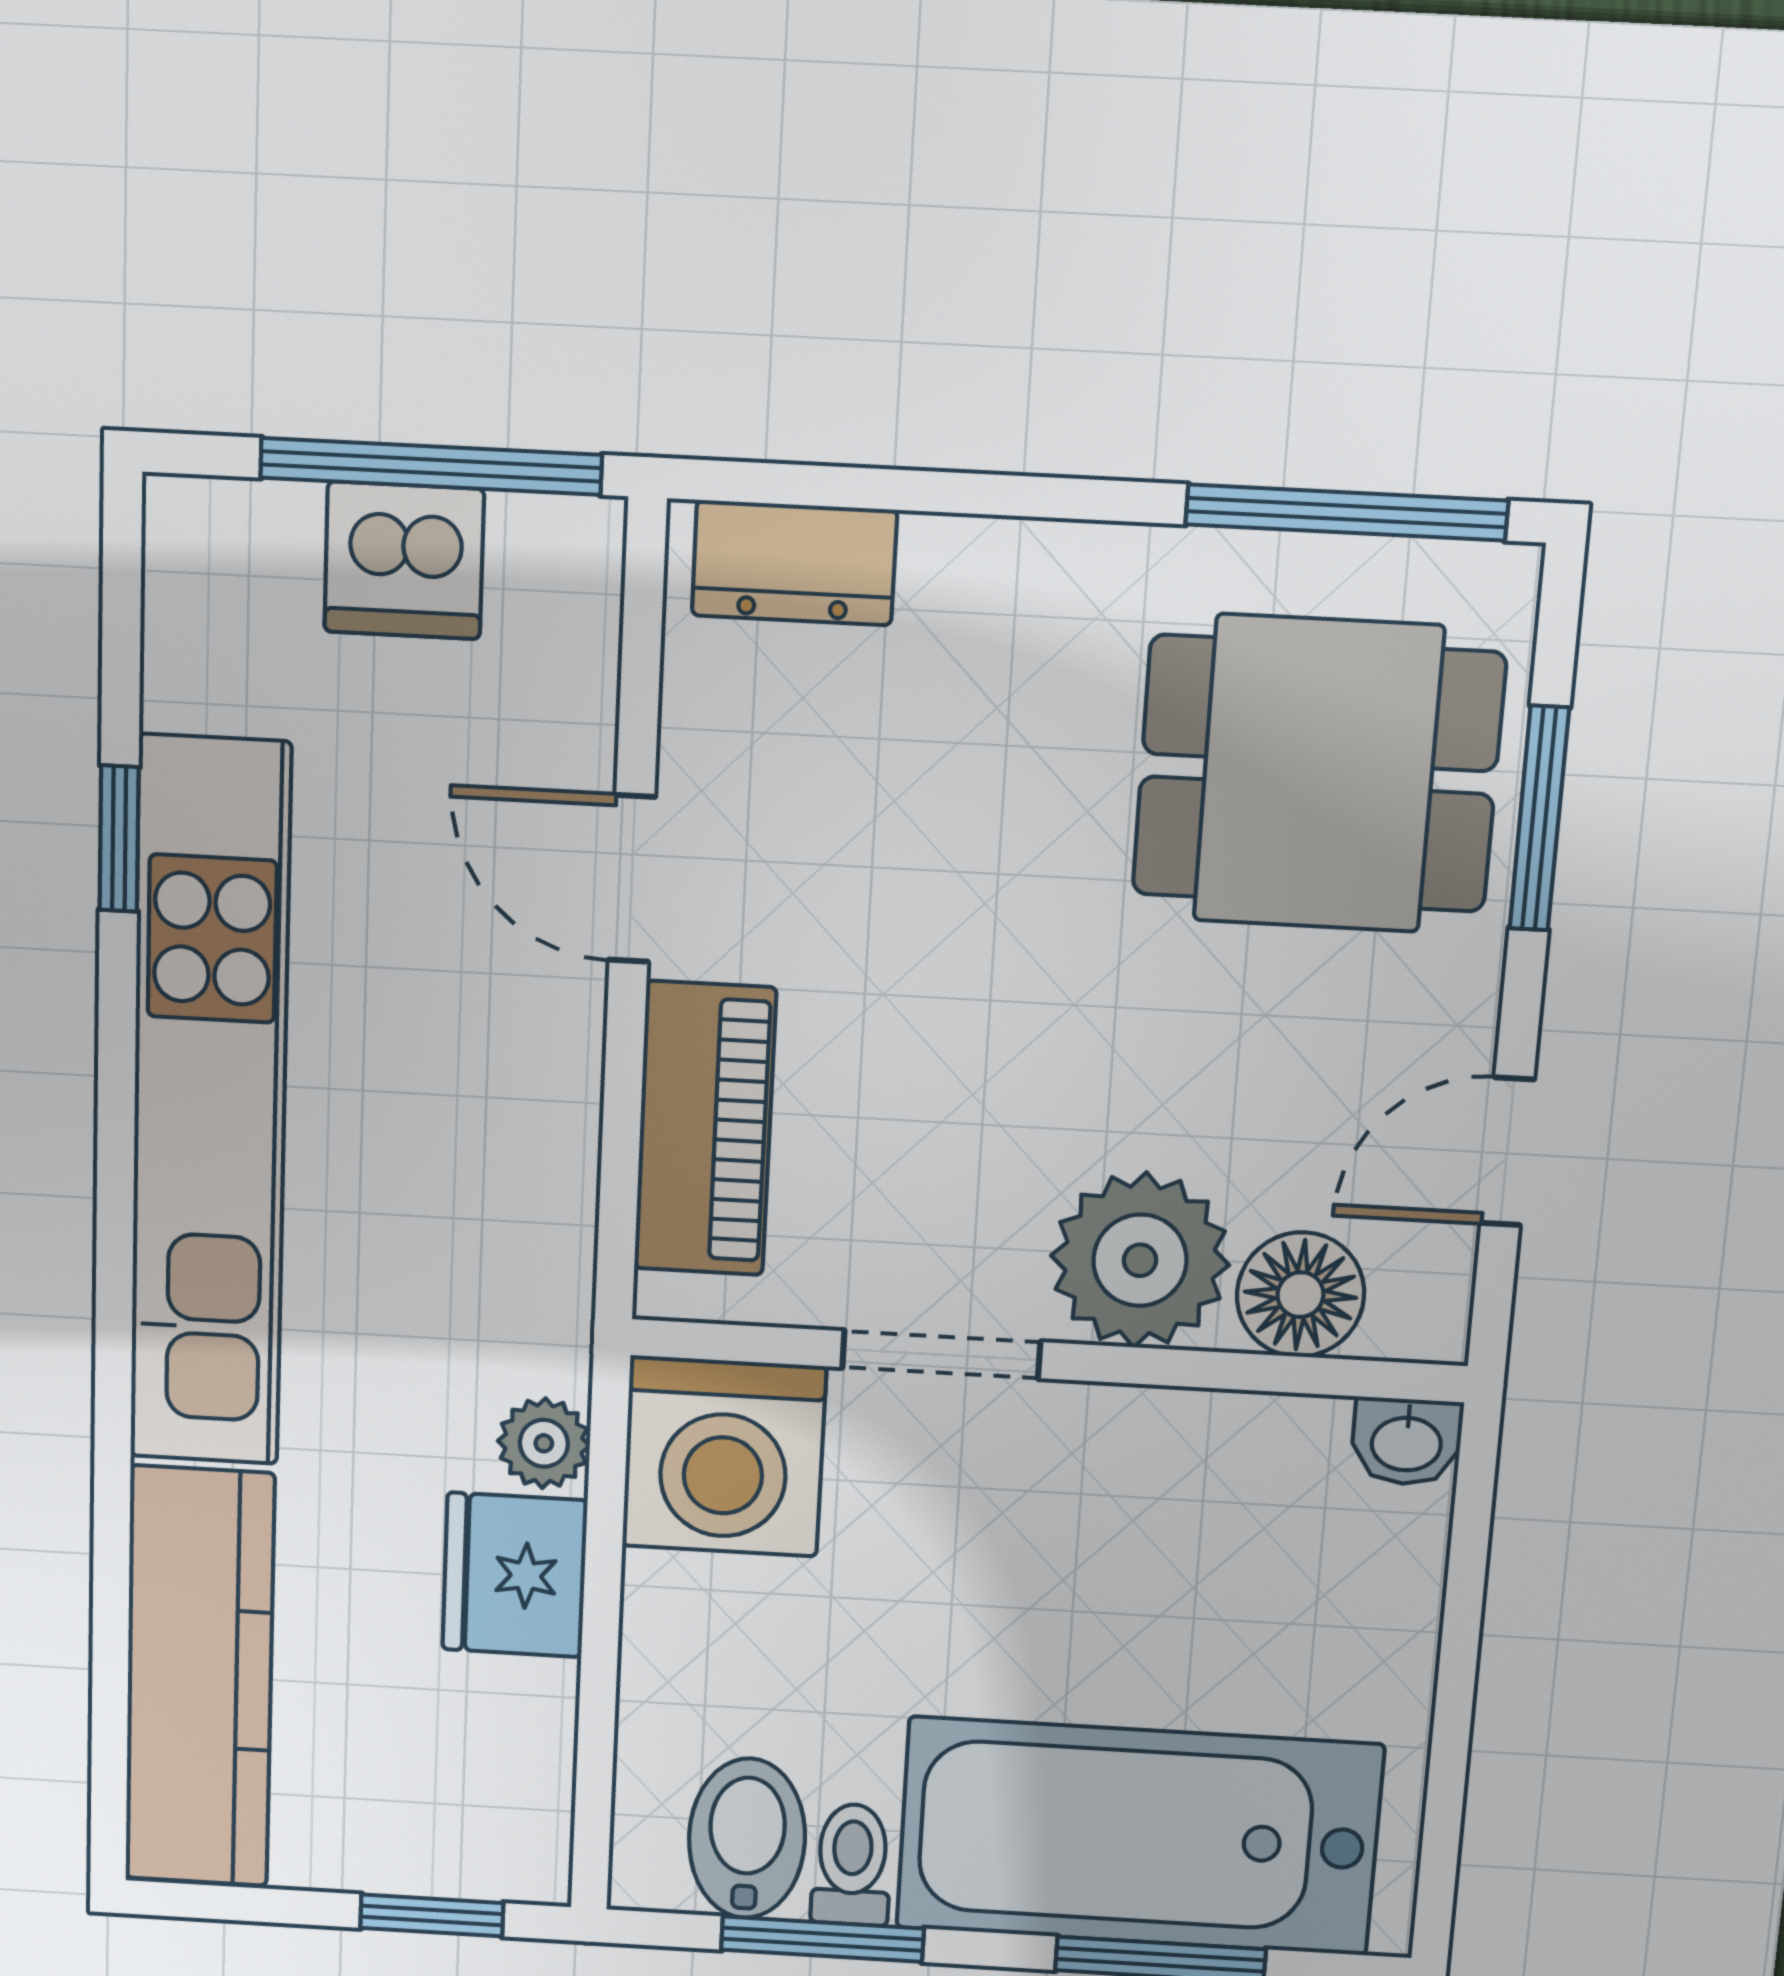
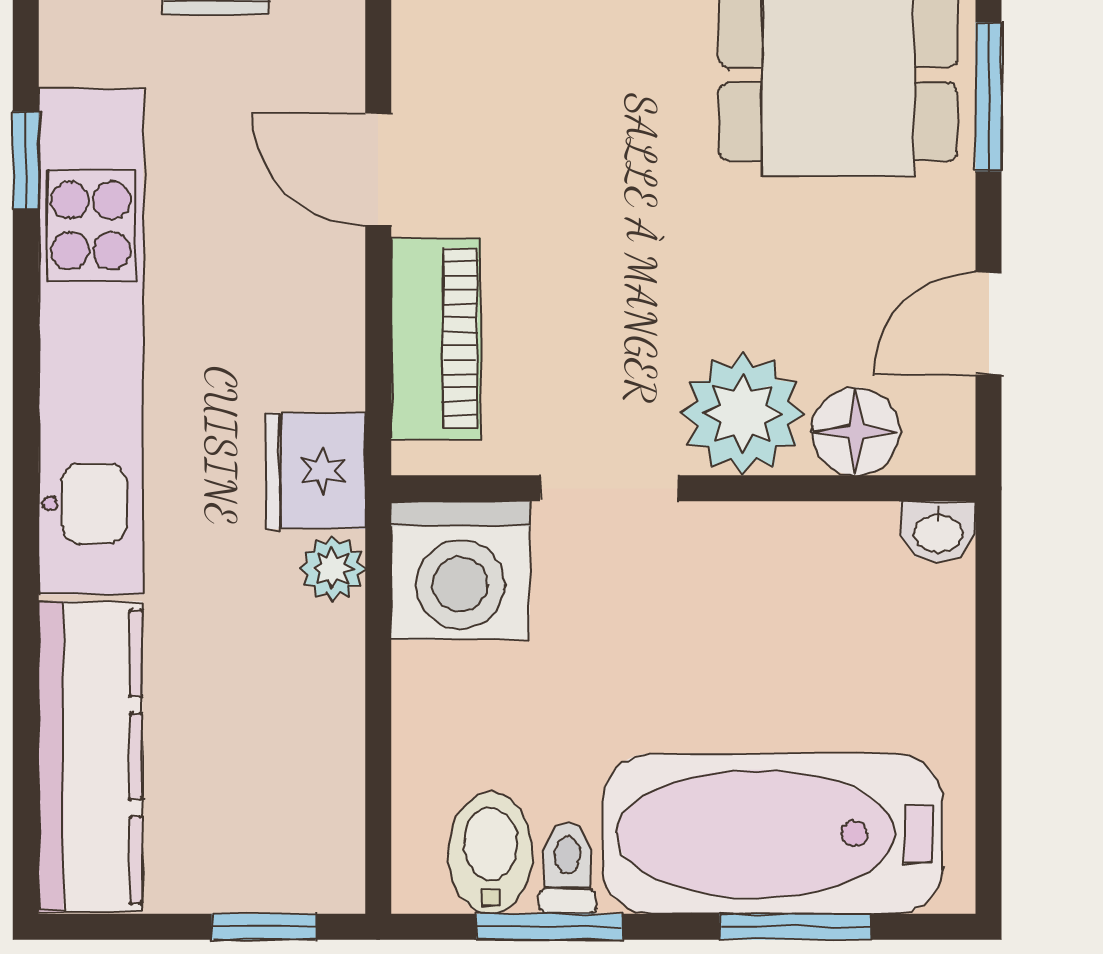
fridge: (515, 1575) -> (315, 471), moved

